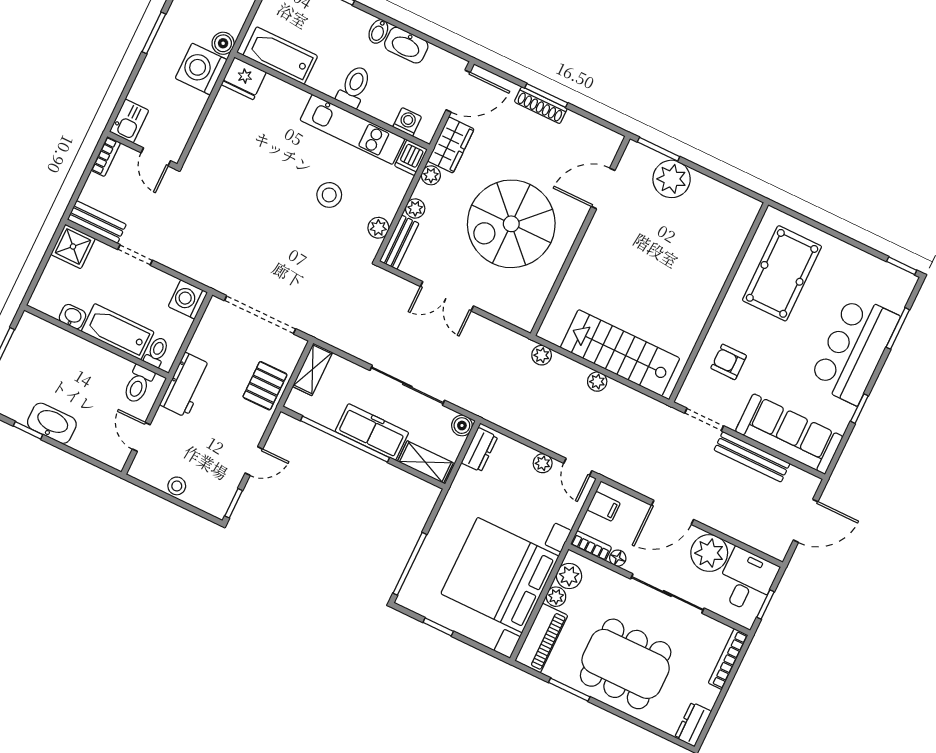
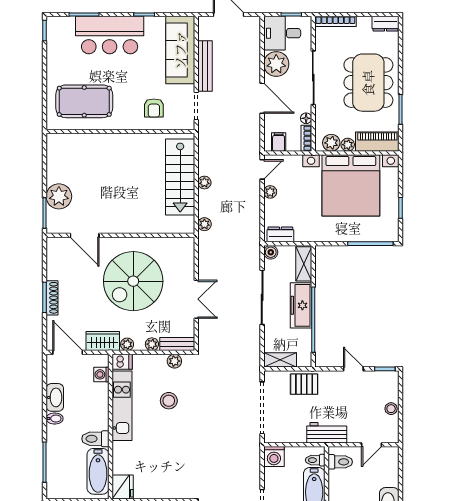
toilet: (354, 87) -> (95, 439), moved
spiral stairs: (511, 224) -> (133, 281), turned 90

